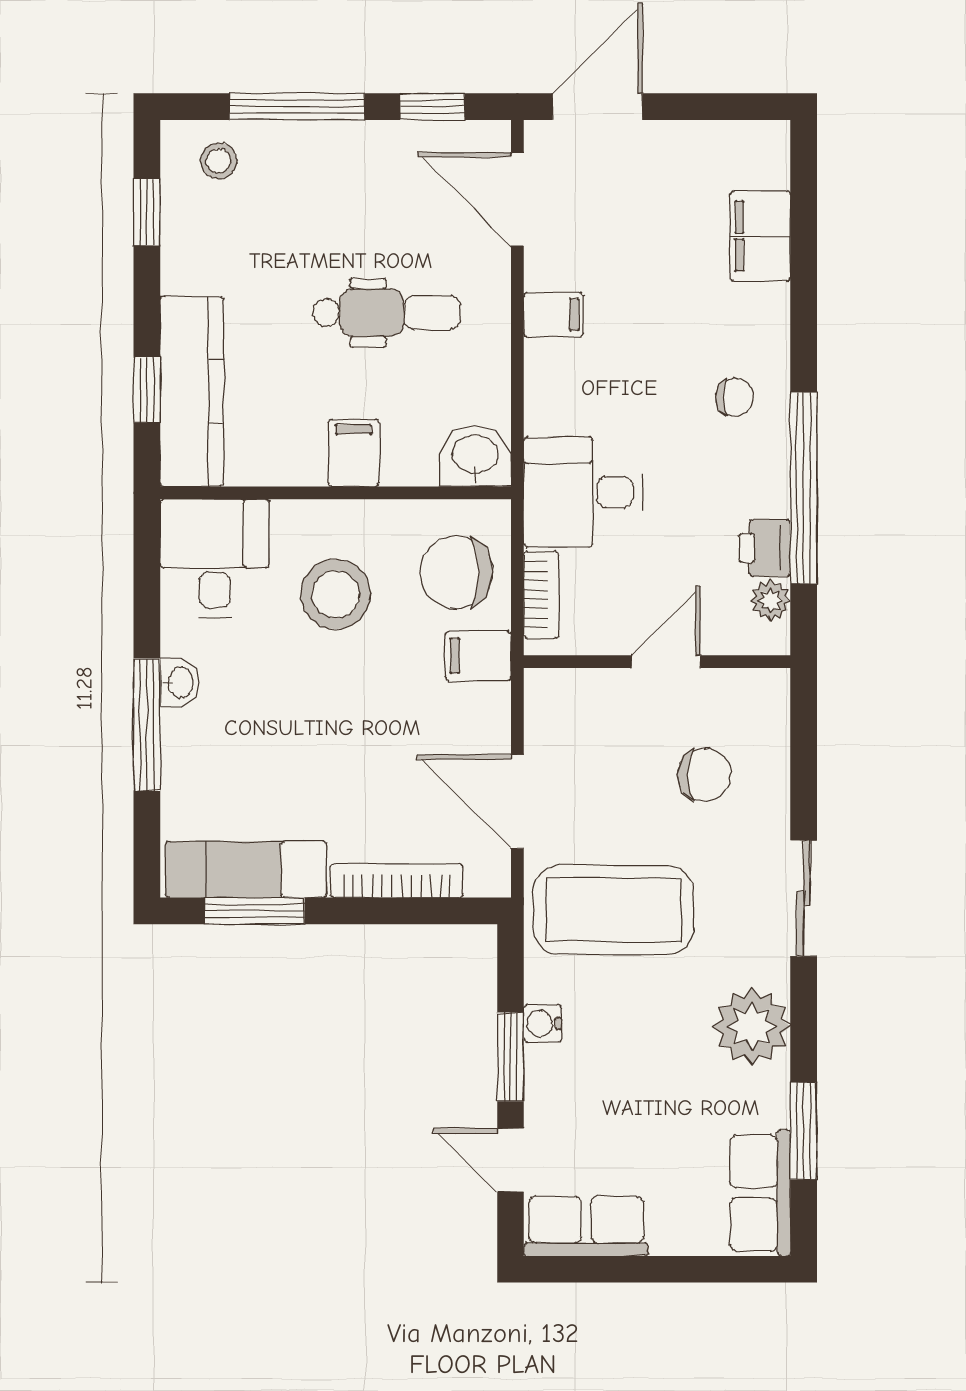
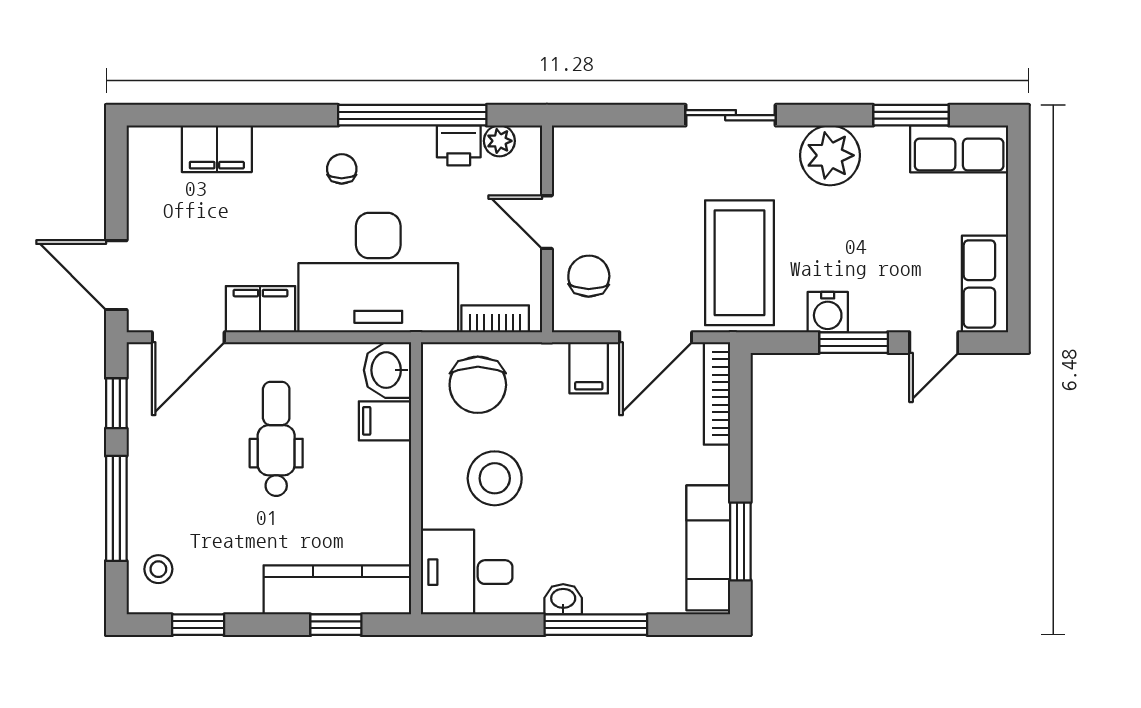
filing cabinet: (554, 315) -> (260, 309), width x2.00
filing cabinet: (354, 453) -> (385, 421), moved
desk: (583, 492) -> (378, 273), width x1.87, depth x1.30
filing cabinet: (478, 656) -> (589, 368), moved
chair: (704, 775) -> (589, 276), moved
bookcase: (397, 881) -> (717, 393), moved
water cooler: (543, 1023) -> (828, 312), width x1.38, depth x1.38

